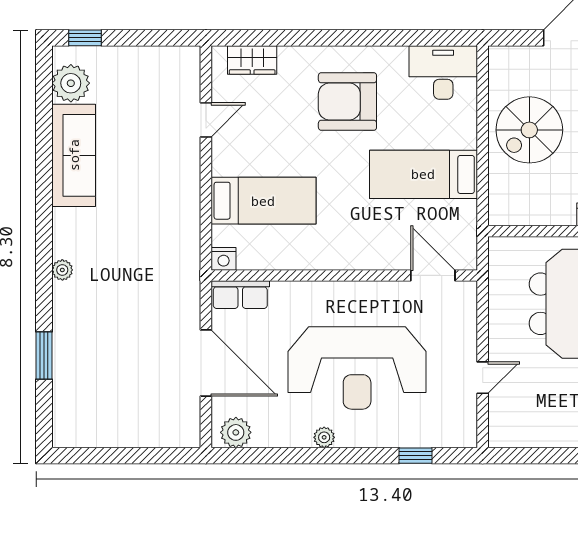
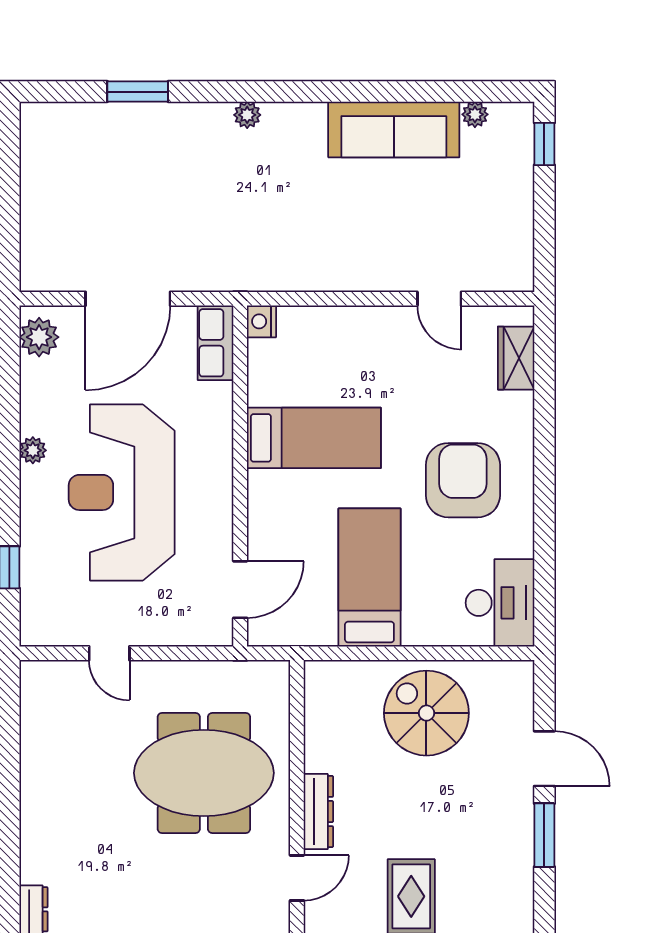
plant: (71, 83) -> (475, 114), width x0.53, depth x0.53
bed: (263, 201) -> (314, 438), moved, turned -90

